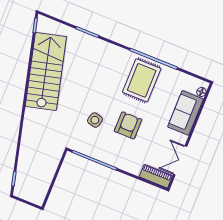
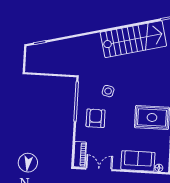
armchair: (128, 125) -> (96, 118), moved, turned -90

